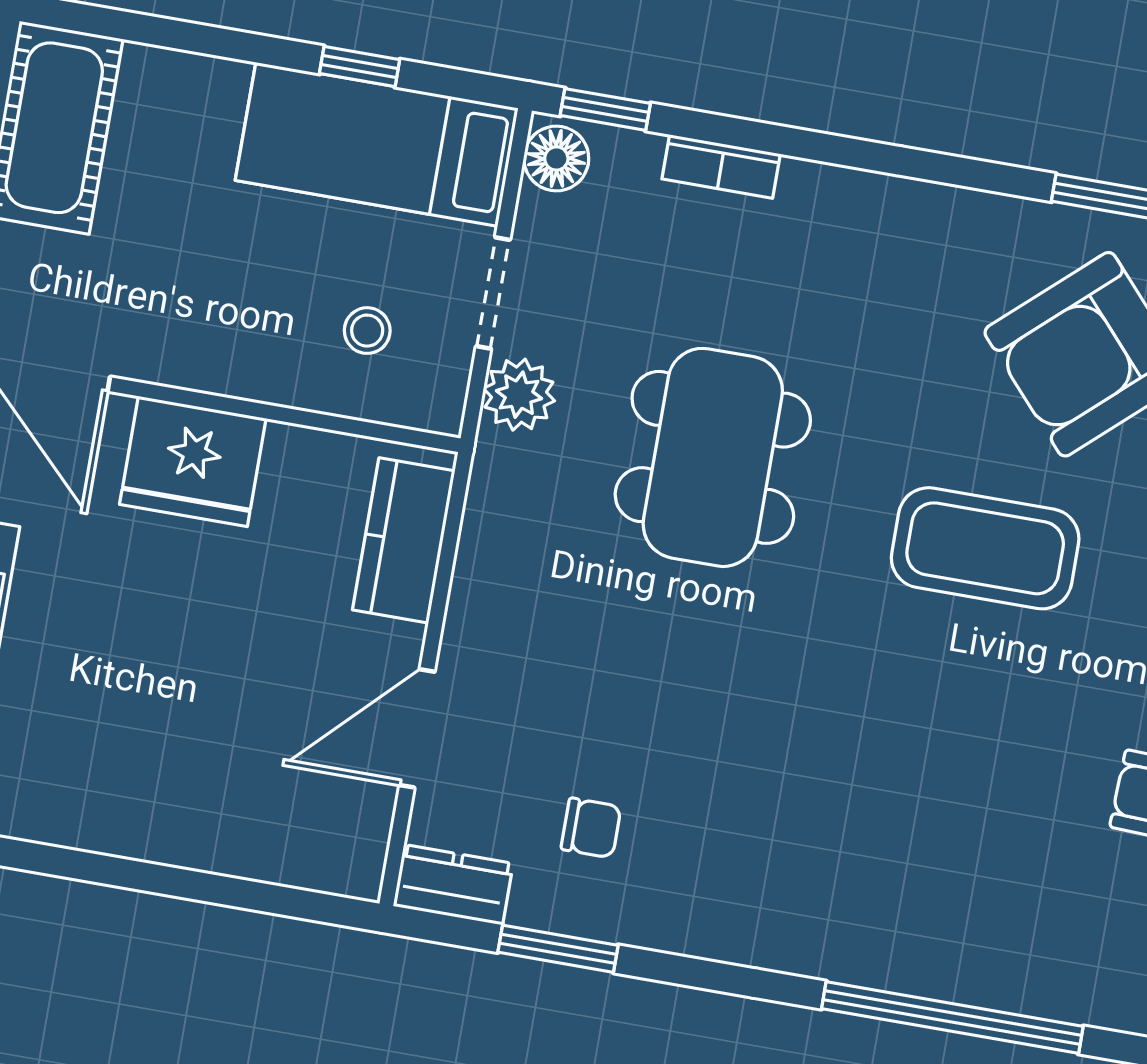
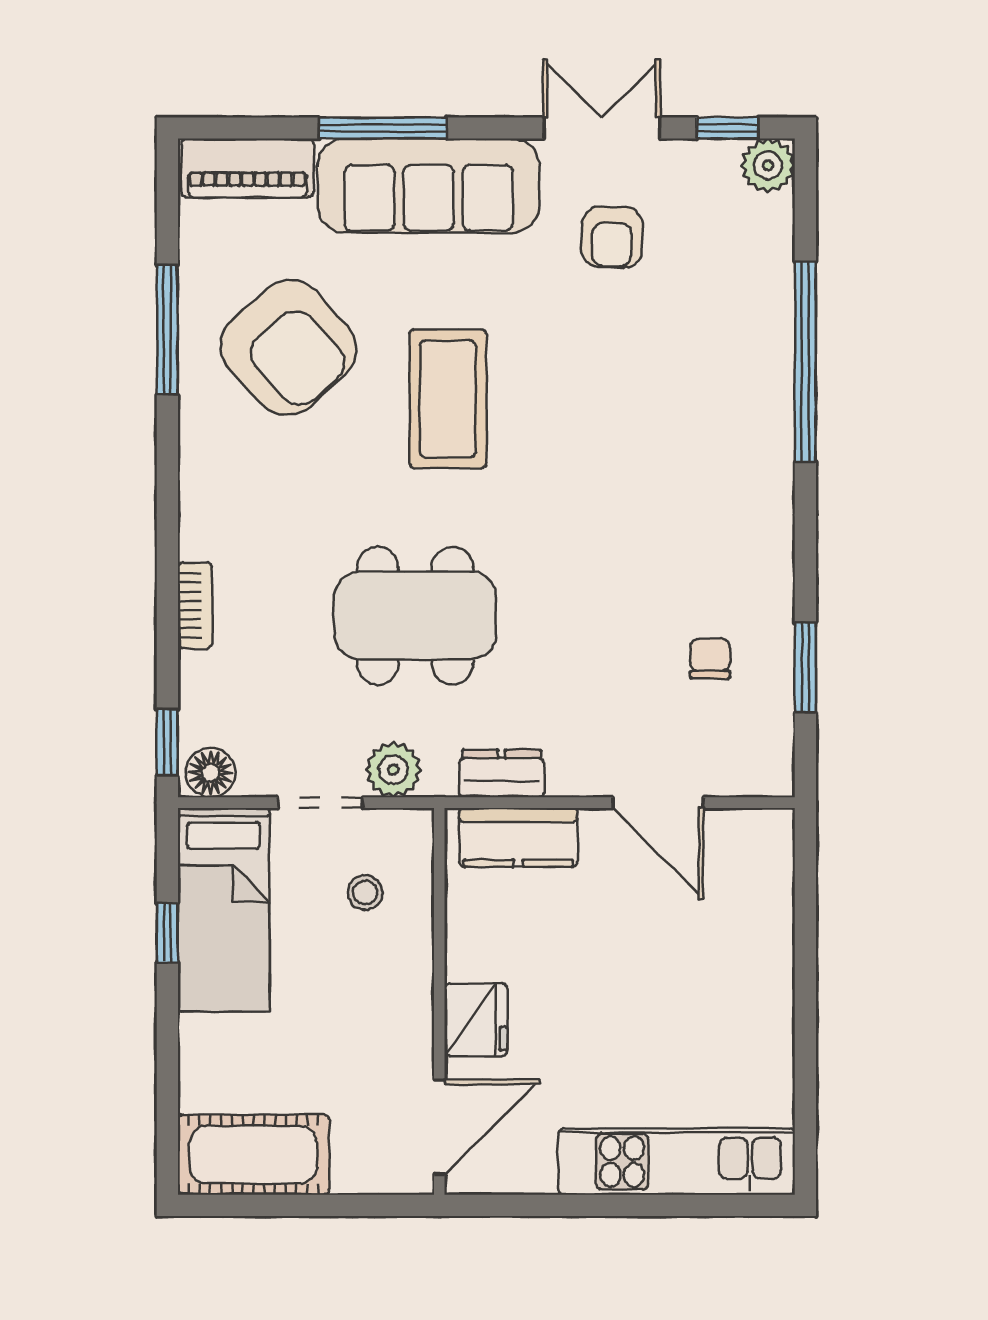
bookcase: (721, 166) -> (195, 605), moved
fridge: (193, 461) -> (476, 1020), width x0.73, depth x0.75
dresser: (453, 885) -> (502, 774), moved, turned 90

